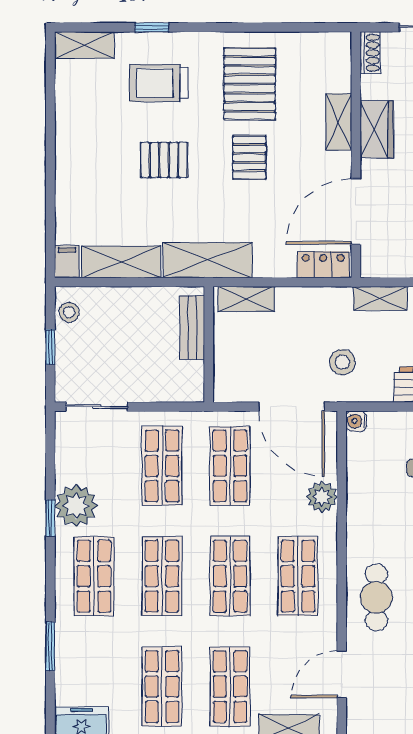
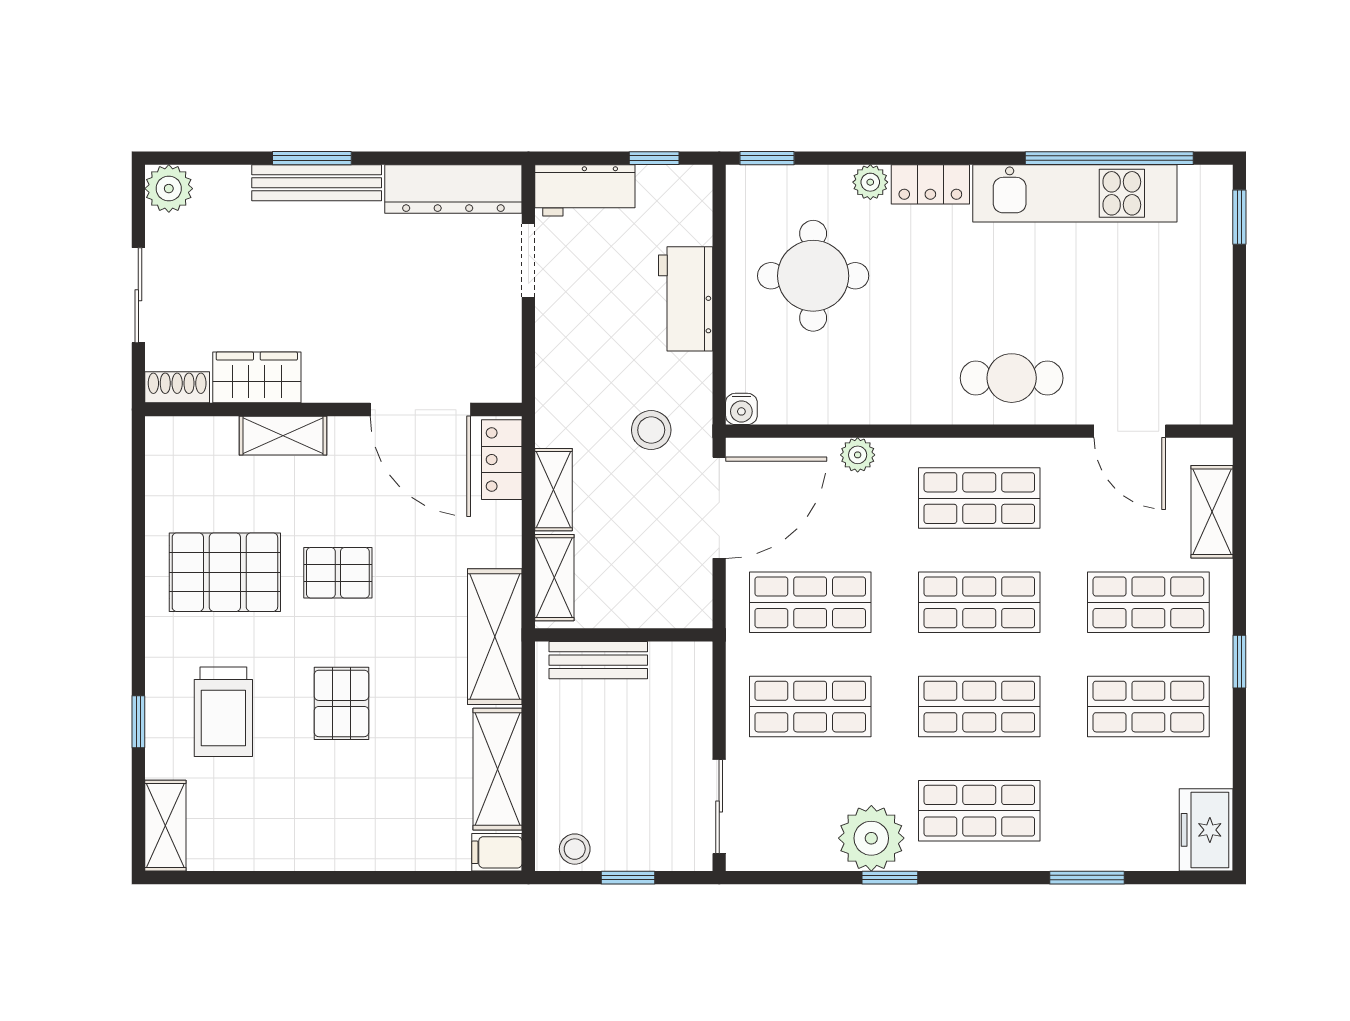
wardrobe: (377, 129) -> (257, 377), moved
shelving: (380, 298) -> (554, 490), moved
plant: (322, 497) -> (858, 455), width x0.73, depth x0.73

